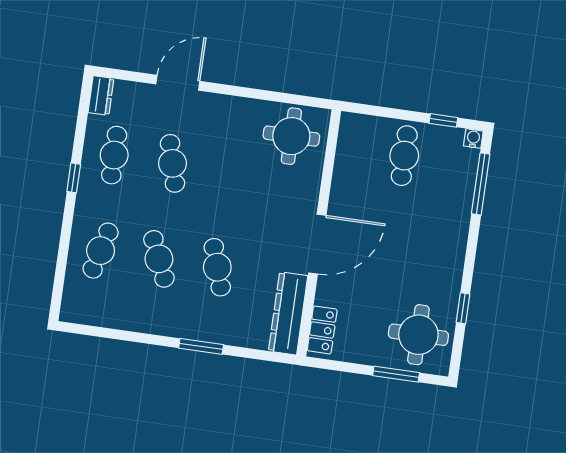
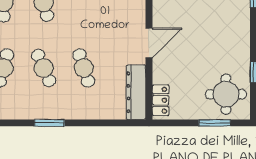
door: (317, 244) -> (149, 43), width x0.73
window: (201, 346) -> (49, 123), moved

